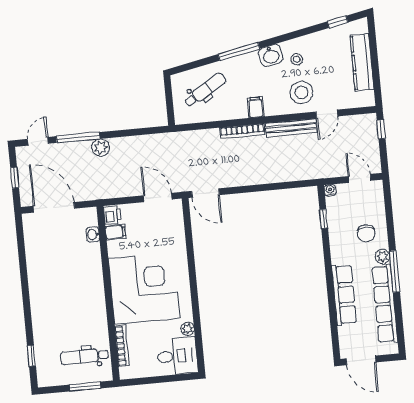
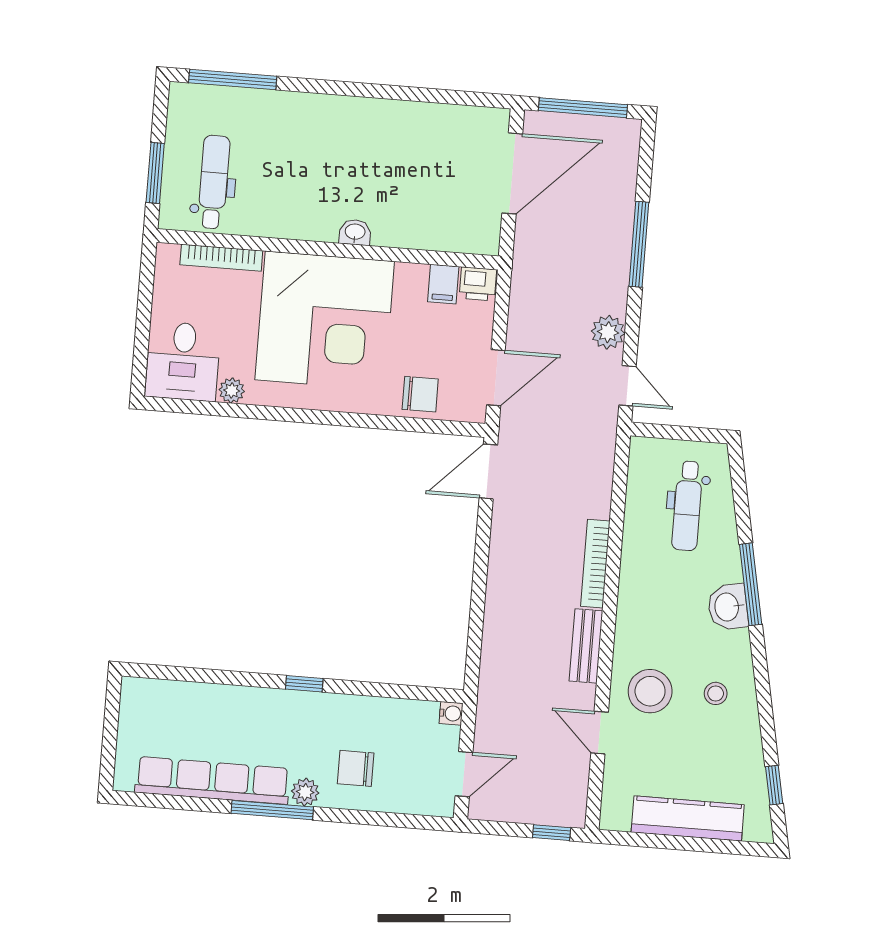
washbasin: (271, 55) -> (728, 607), moved
dental chair: (205, 90) -> (687, 506), turned 31
filing cabinet: (256, 107) -> (637, 598), removed
bench: (291, 128) -> (586, 646), width x0.73
door: (38, 141) -> (627, 386), moved
plant: (101, 148) -> (608, 332), moved
window: (15, 178) -> (583, 108), width x2.17
window: (324, 219) -> (304, 684), moved
chair: (173, 234) -> (420, 394), added
washbasin: (93, 235) -> (355, 232), moved
row of seats: (344, 295) -> (244, 705), removed
window: (31, 356) -> (233, 79), width x2.17
door: (361, 360) -> (112, 715), removed

